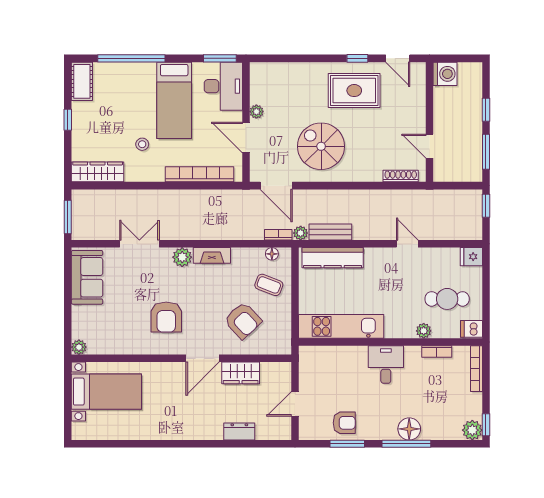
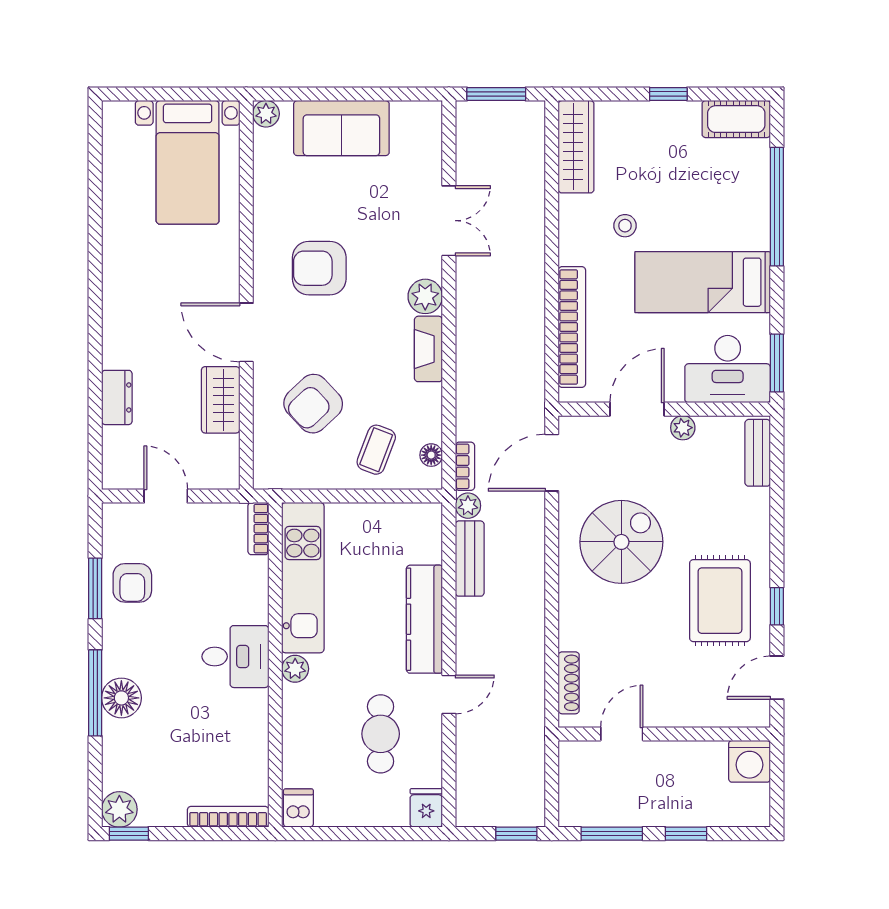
bench: (271, 69) -> (758, 453), added
kitchen counter: (333, 258) -> (424, 619), moved
sofa: (87, 277) -> (341, 128), moved
cafe table: (447, 299) -> (381, 734), moved
plant: (424, 331) -> (295, 669), moved
bookcase: (437, 352) -> (258, 529), moved

